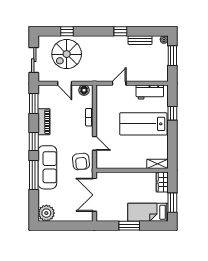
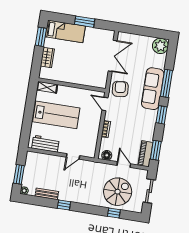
window: (172, 113) -> (28, 120), removed
piano: (44, 122) -> (145, 154), moved
shelving: (157, 164) -> (47, 87), moved
wall: (132, 170) -> (72, 85), moved

